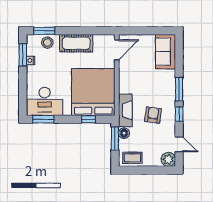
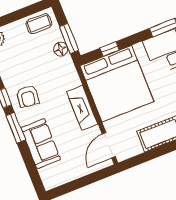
sofa: (166, 52) -> (41, 144), moved
fireplace: (125, 110) -> (82, 108), moved
armchair: (153, 115) -> (28, 96), moved

